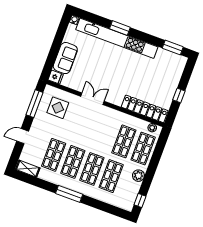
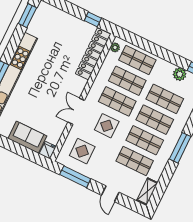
window: (179, 95) -> (93, 19), moved
display table: (82, 127) -> (107, 126), added
shop shelf: (105, 134) -> (117, 101), added
plant: (138, 176) -> (180, 74), moved

